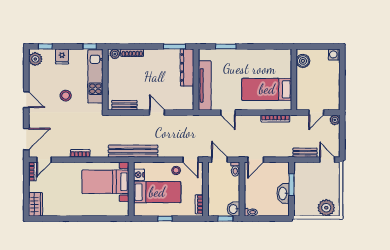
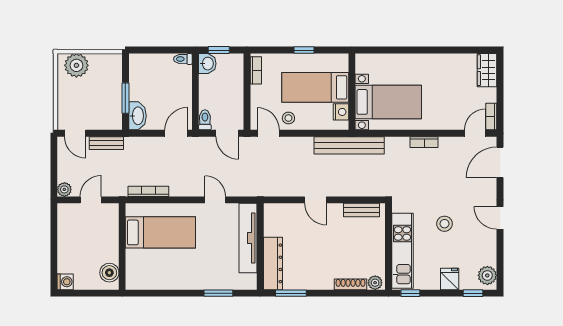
washbasin: (283, 193) -> (137, 116), moved

